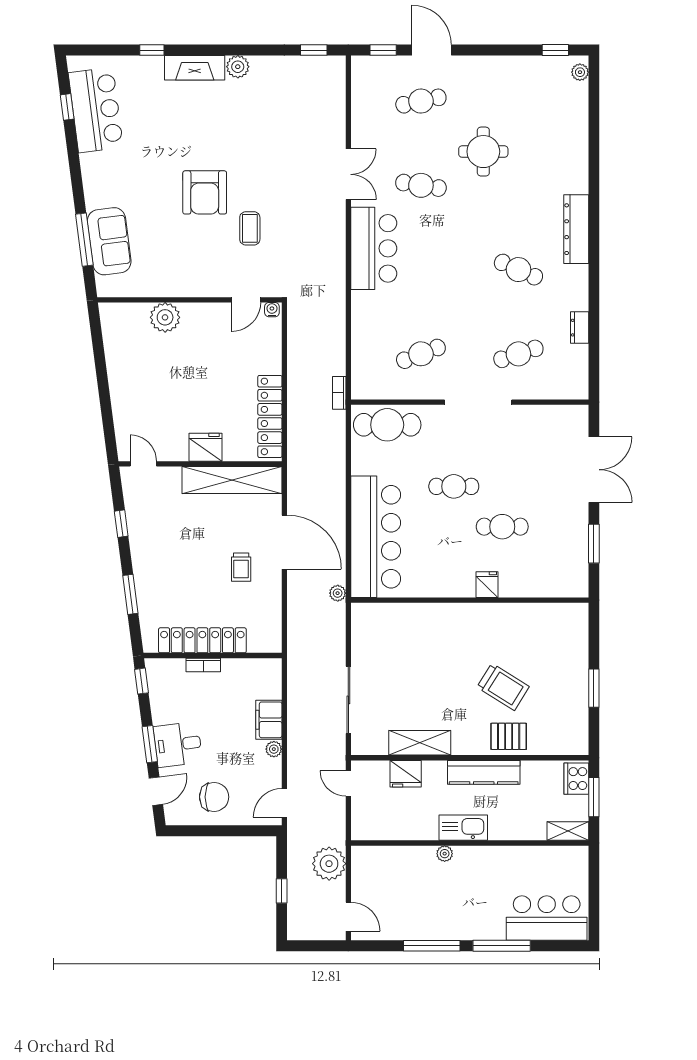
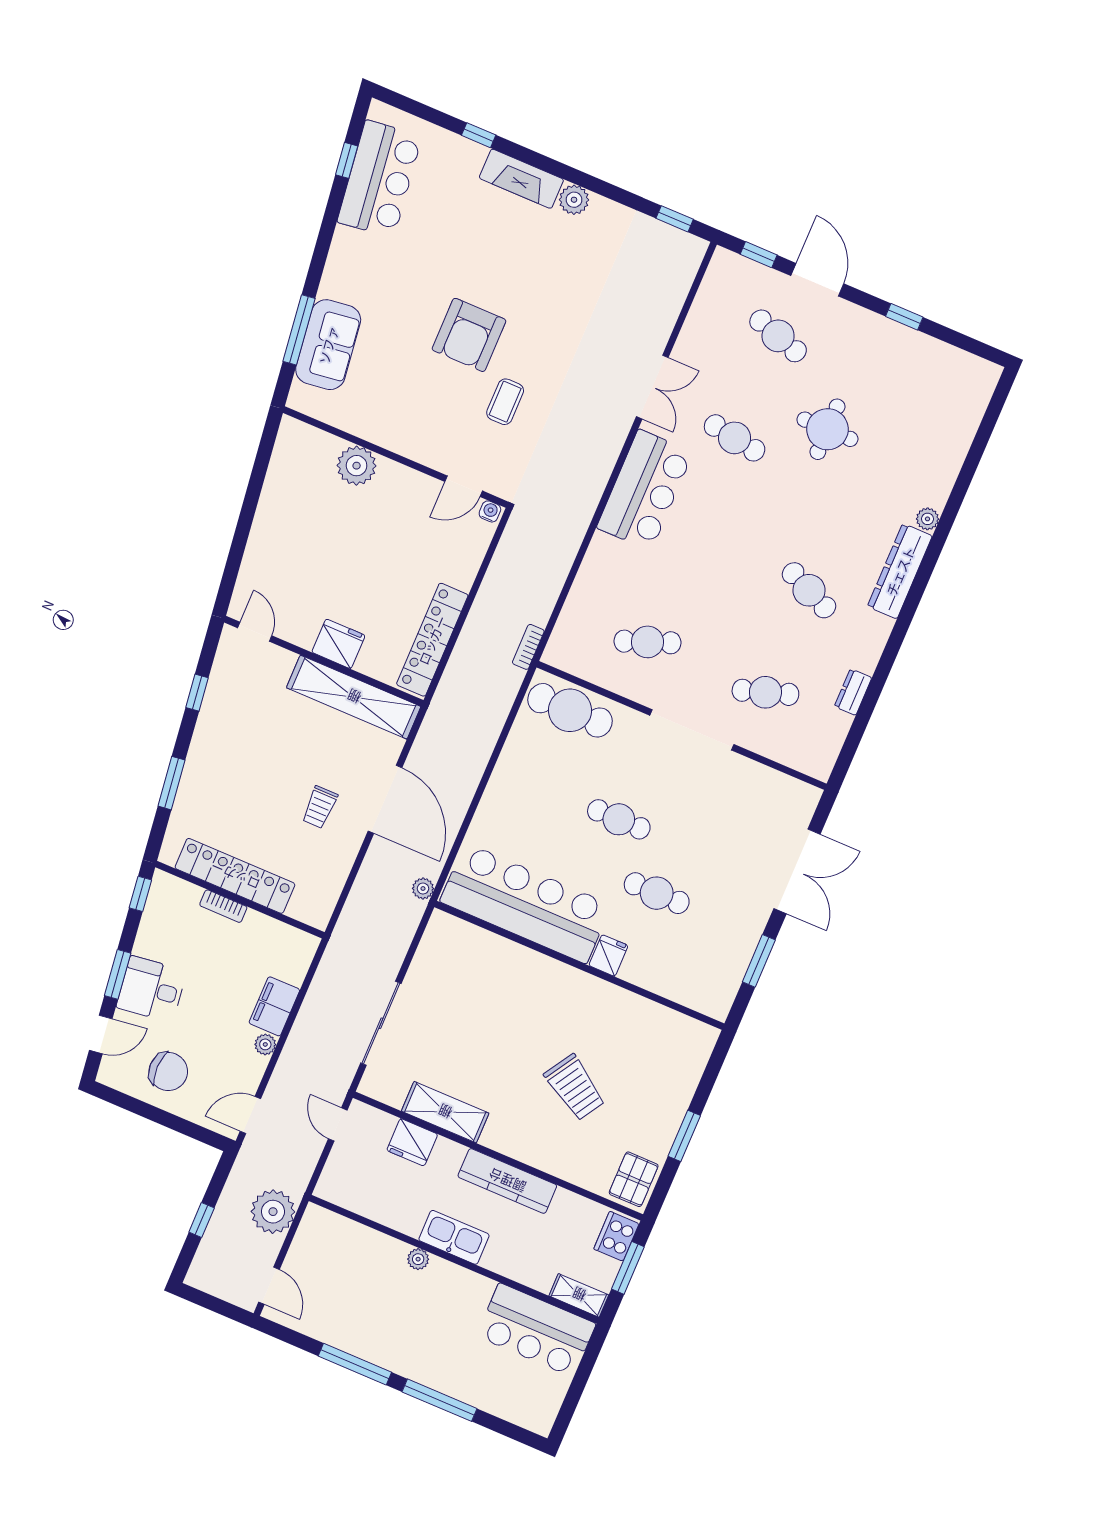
window: (555, 50) -> (904, 317), moved
plant: (580, 72) -> (928, 519), moved
cafe table: (421, 101) -> (778, 336), turned 30
bar counter: (376, 537) -> (526, 903), moved, turned -90
pallet: (509, 736) -> (634, 1179), moved, turned 90
bar counter: (547, 918) -> (536, 1330), moved, turned 180

